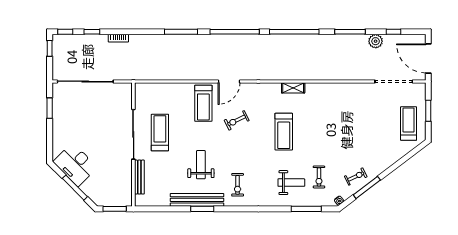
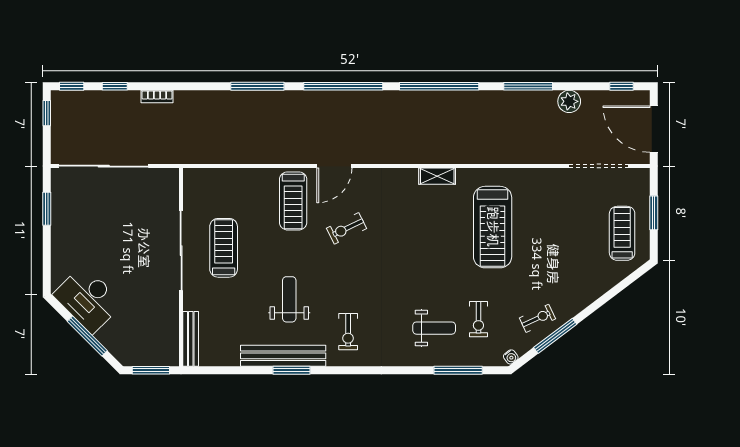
window: (394, 32) -> (621, 86), moved
treadmill: (284, 132) -> (493, 227), moved, width x1.37, depth x1.38
bench: (139, 177) -> (191, 339), moved

